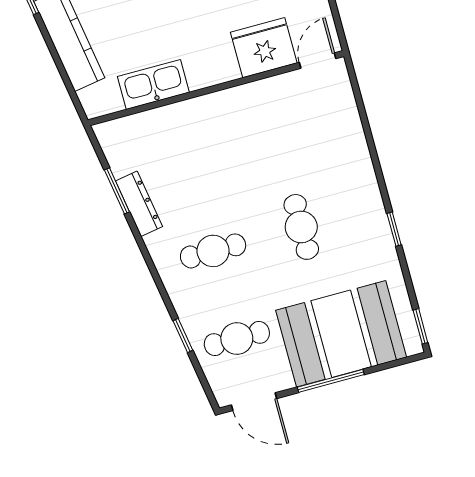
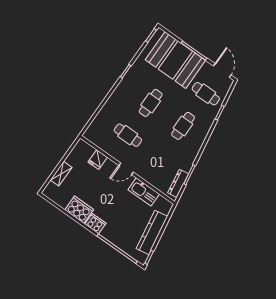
fridge: (264, 48) -> (98, 160), width x0.53, depth x0.75
door: (318, 61) -> (126, 169), moved
cafe table: (277, 139) -> (128, 135), added
dresser: (139, 204) -> (178, 183), moved
cafe table: (213, 251) -> (183, 126), turned 90

